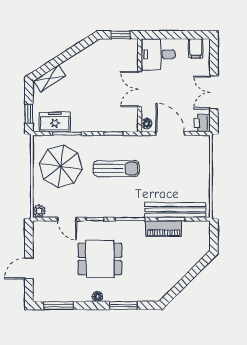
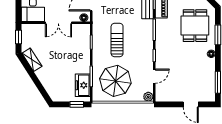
shelving: (50, 78) -> (32, 60), moved
dining table: (100, 259) -> (195, 26), moved

